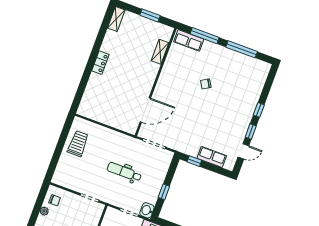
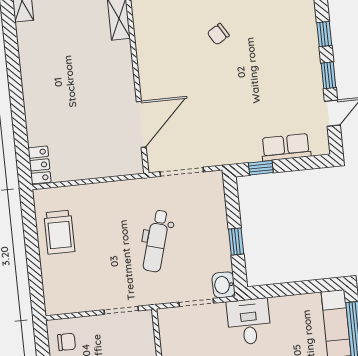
locker: (100, 63) -> (40, 165), moved
trolley: (78, 144) -> (59, 232), turned 180
dental chair: (124, 172) -> (156, 241), turned -74

